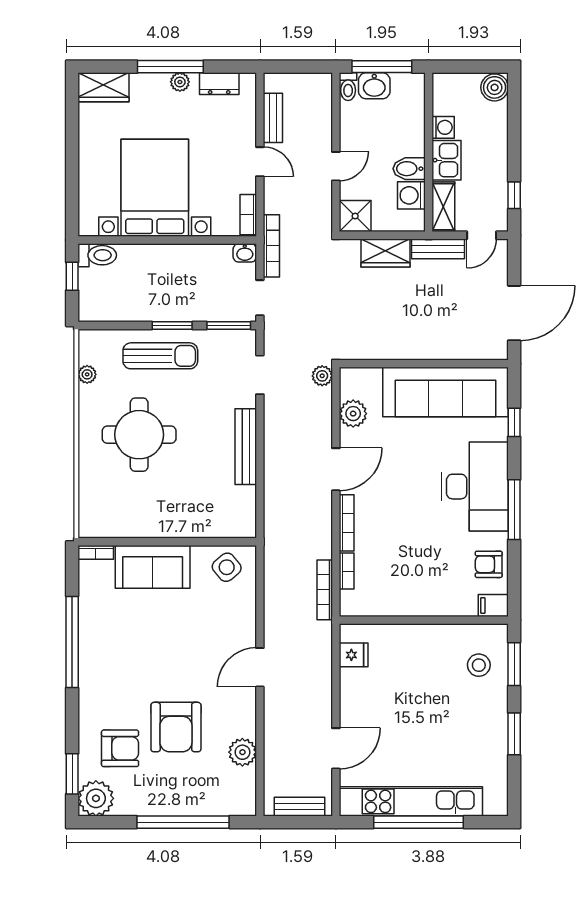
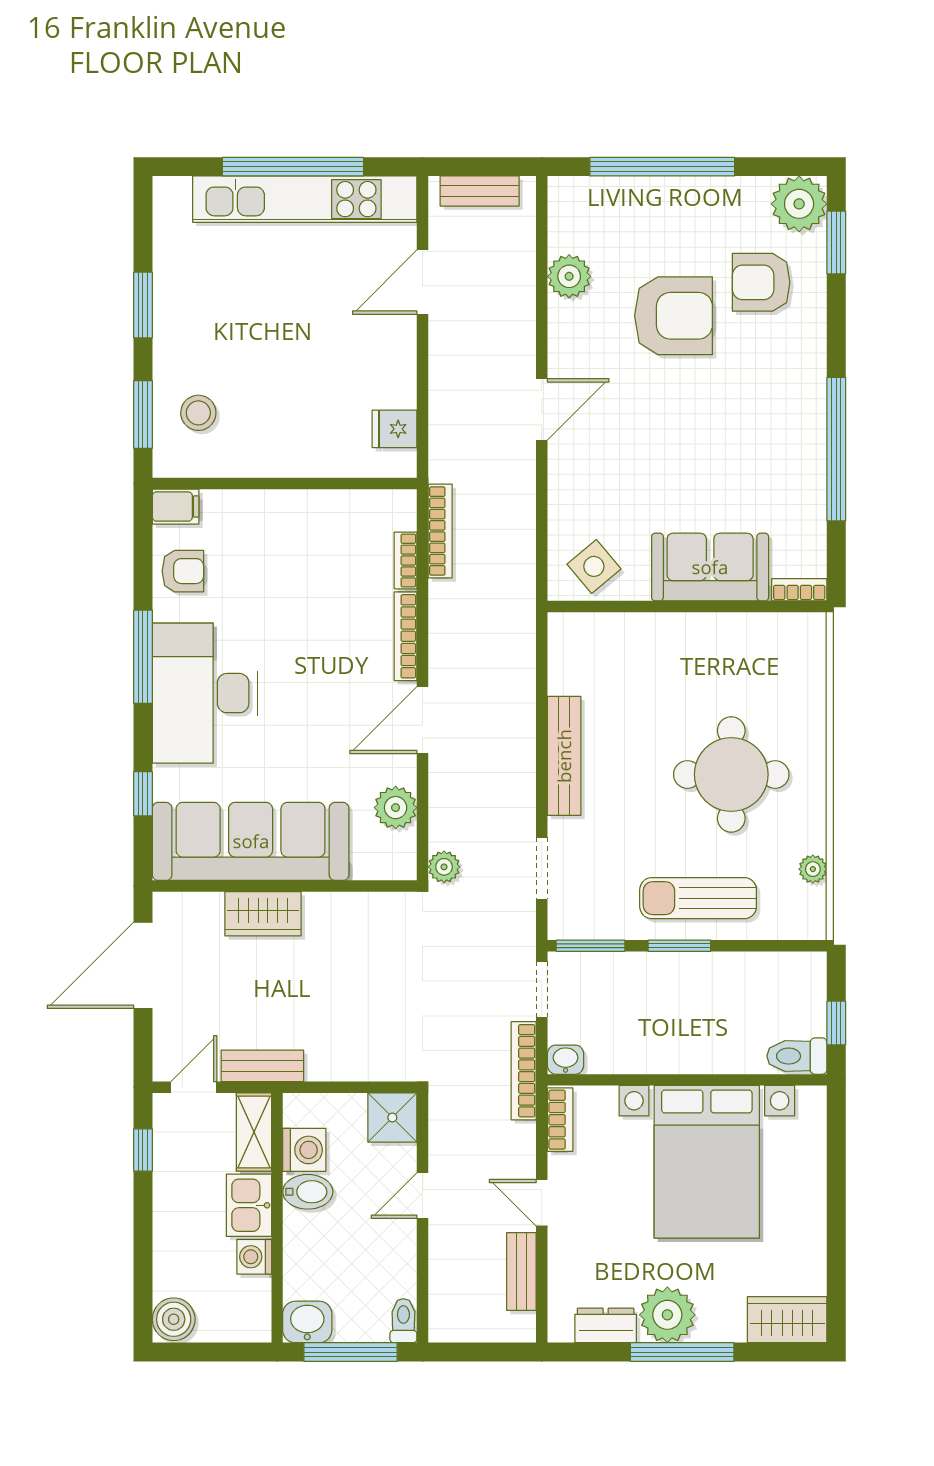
plant: (180, 82) -> (667, 1315), width x1.88, depth x1.88
washbasin: (374, 86) -> (307, 1322), moved
wardrobe: (385, 253) -> (263, 914), moved, turned 180
armchair: (176, 727) -> (674, 316), turned 90

